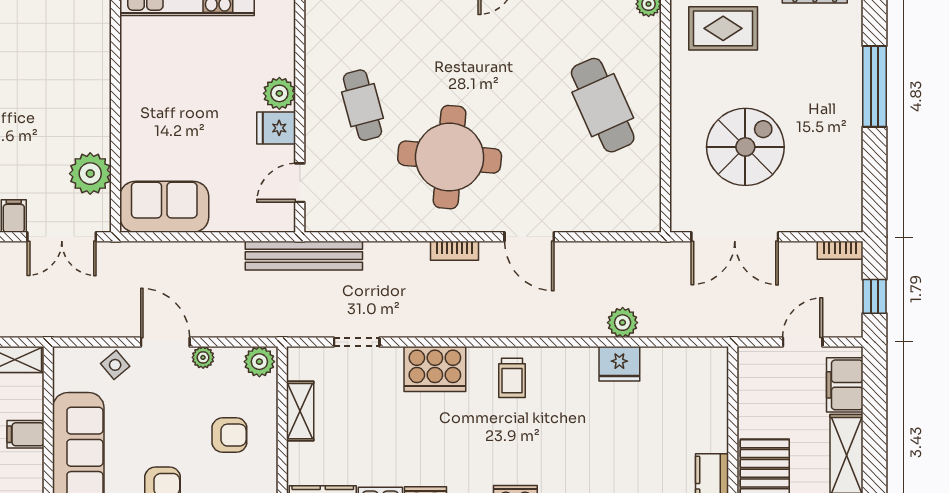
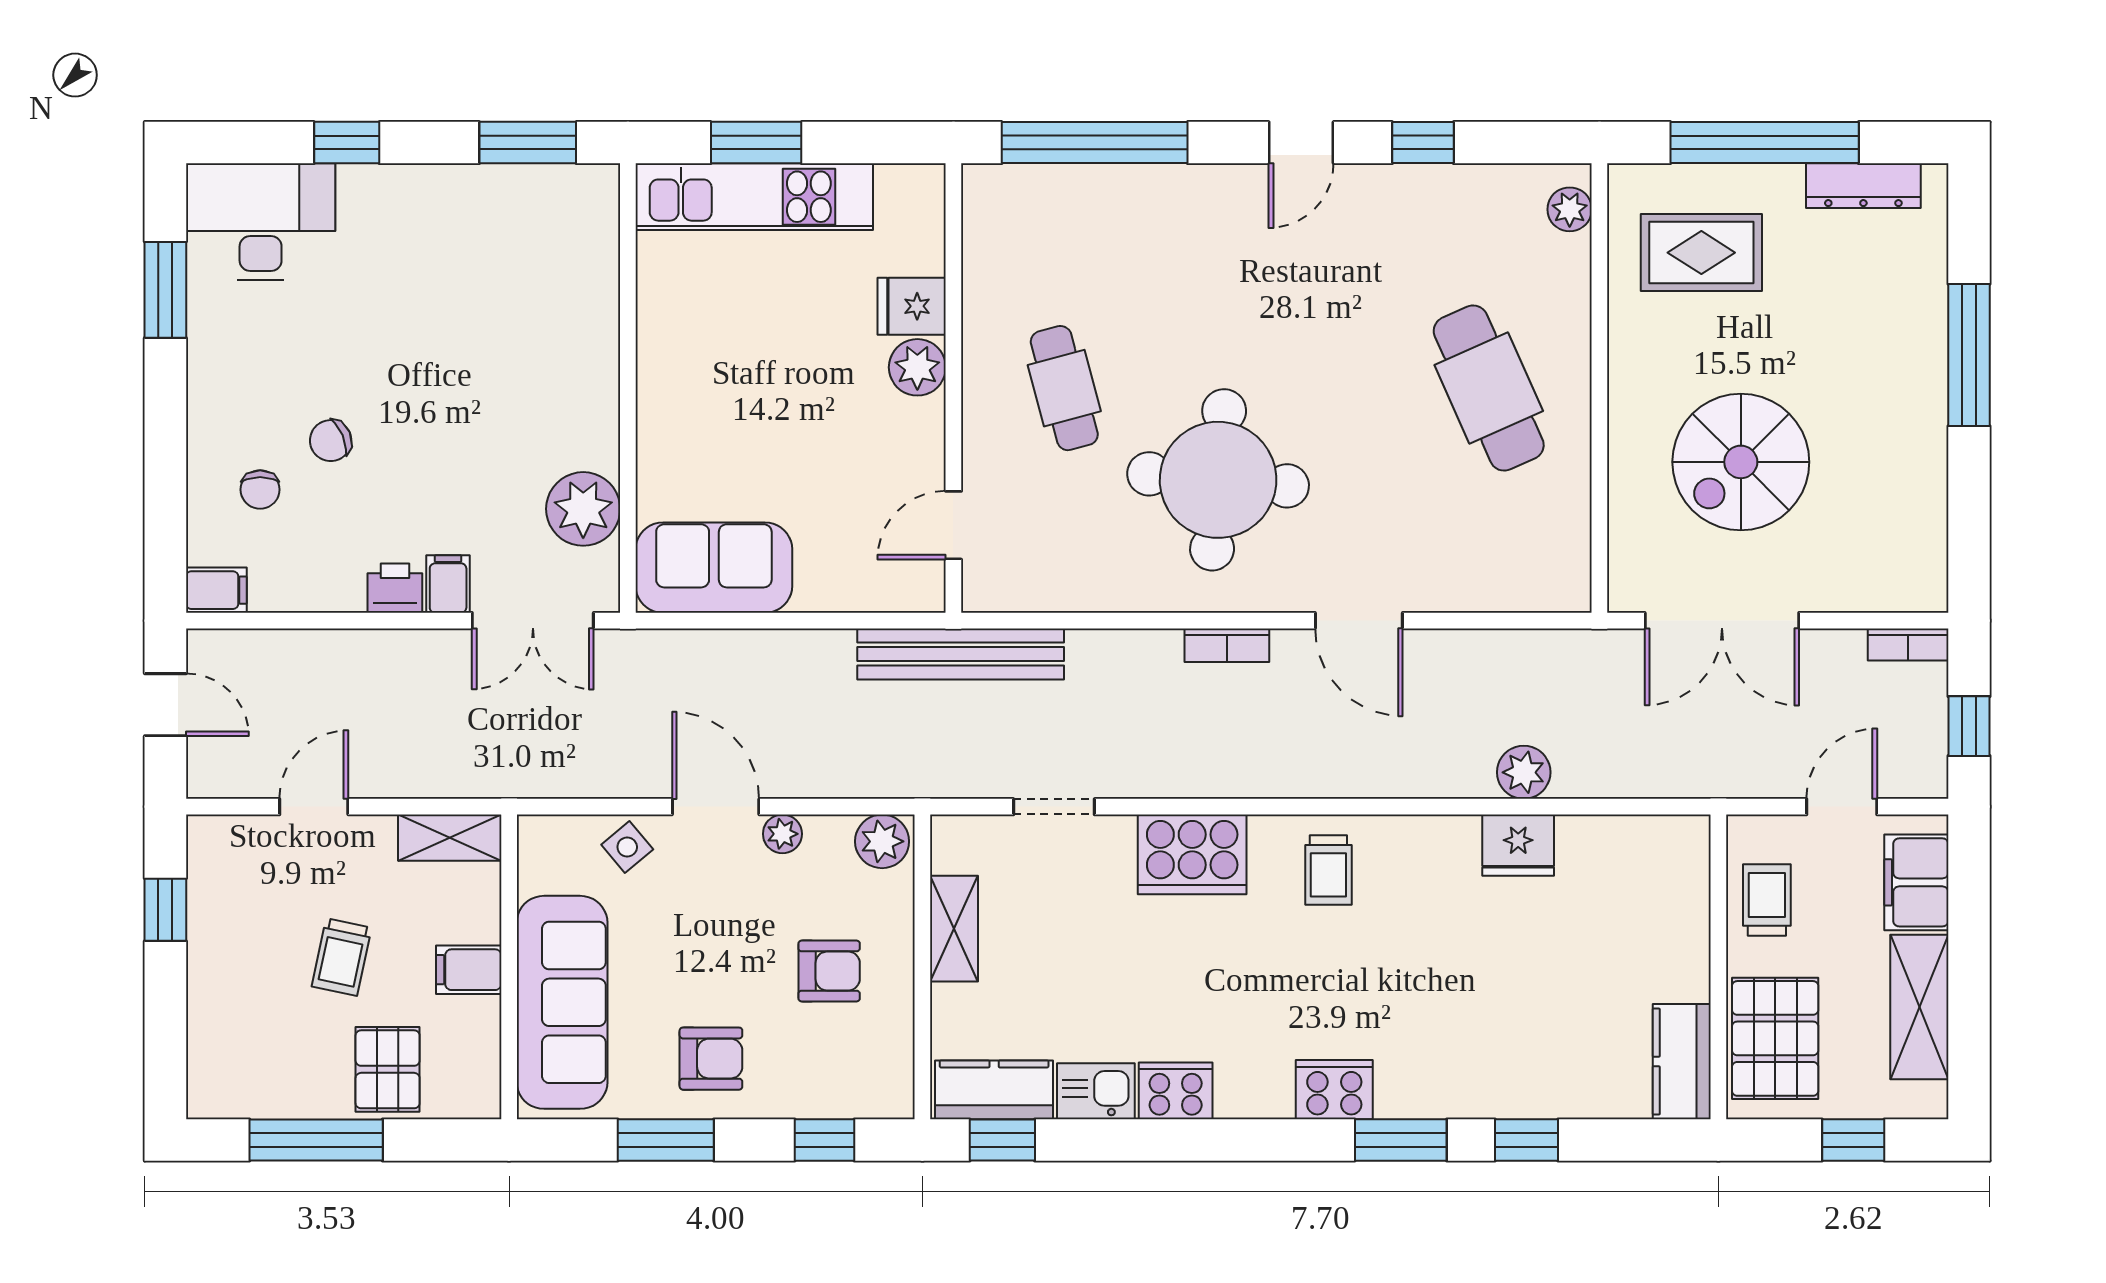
fridge: (276, 128) -> (912, 306), moved
spiral stairs: (745, 147) -> (1741, 462), turned 180
trolley: (760, 395) -> (1767, 900), added

